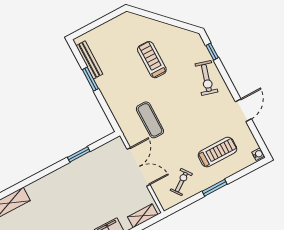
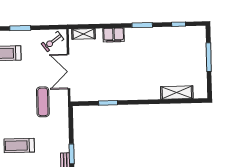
treadmill: (152, 60) -> (19, 146), turned 90
exercise bike: (181, 182) -> (53, 42), moved

